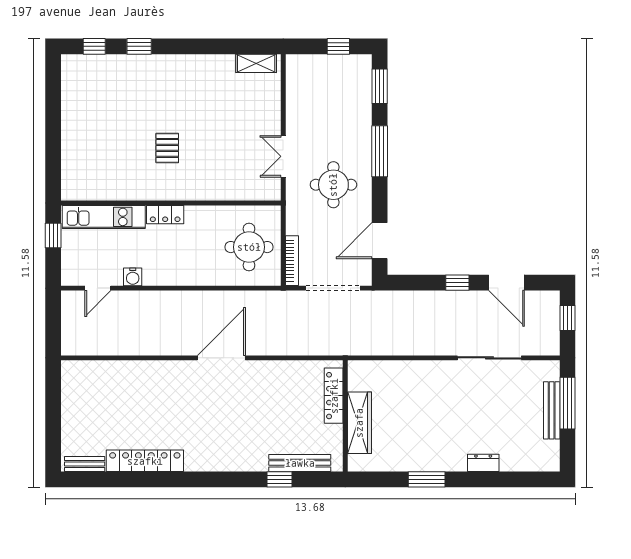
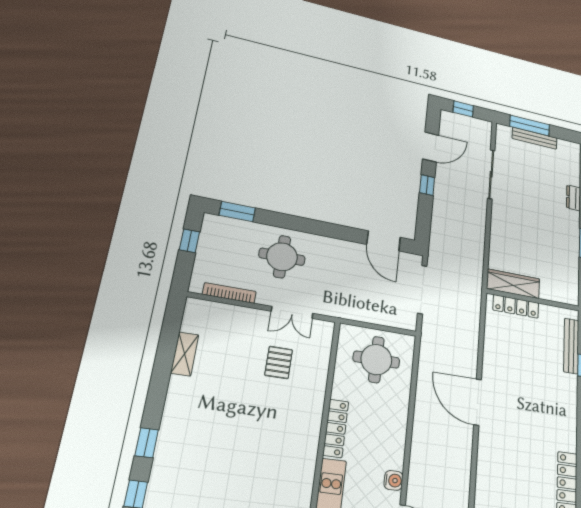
shelving: (256, 63) -> (185, 354), moved
pallet: (167, 148) -> (279, 362), moved, turned 90
window: (380, 151) -> (301, 224), removed
round table: (333, 185) -> (282, 257), moved
locker: (165, 215) -> (336, 428), width x1.53
bookcase: (292, 261) -> (229, 293), moved
wardrobe: (359, 423) -> (513, 284), moved

